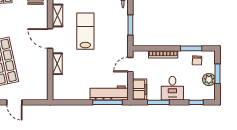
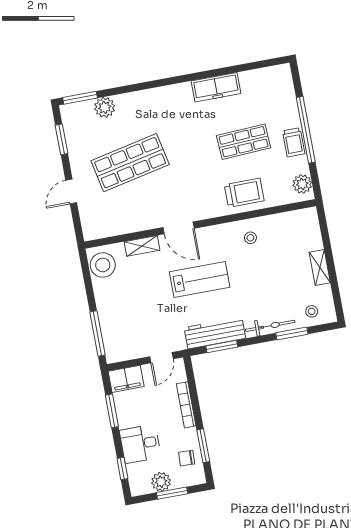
shelving: (57, 15) -> (216, 233), removed
door: (50, 39) -> (179, 228), swing flipped
door: (130, 65) -> (161, 358), swing flipped
desk: (172, 88) -> (140, 444), moved
stool: (65, 91) -> (103, 265), added
workbench: (109, 93) -> (215, 333), moved, turned -90

